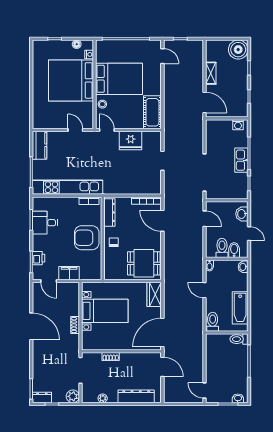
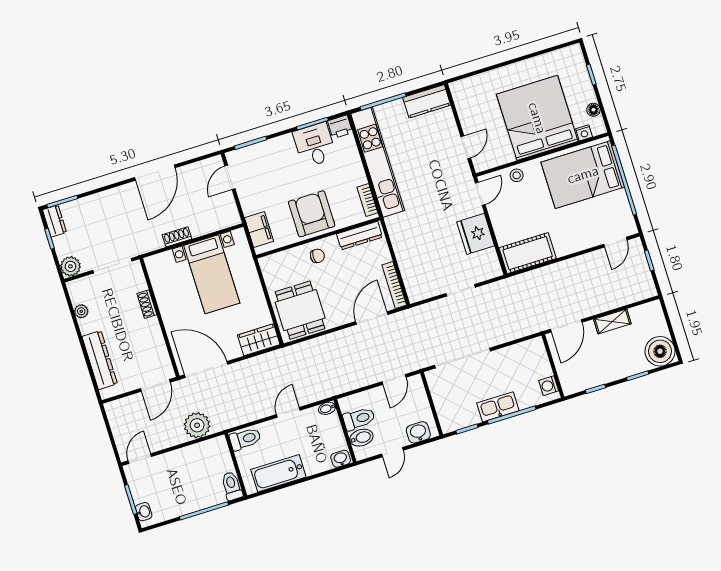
bed: (119, 79) -> (583, 175), moved, turned 90
printer: (39, 258) -> (340, 127), moved
filing cabinet: (69, 273) -> (259, 230), moved
plant: (195, 349) -> (197, 425), added

